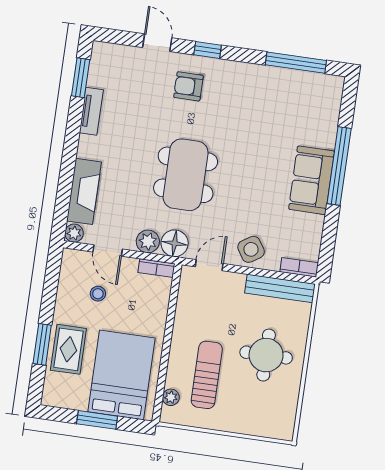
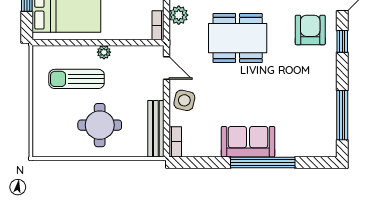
armchair: (188, 86) -> (310, 30), width x1.38, depth x1.38
floor lamp: (175, 243) -> (180, 37), removed
side table: (251, 249) -> (184, 100), turned 45
sun lounger: (207, 375) -> (77, 79), turned 180
plant: (171, 397) -> (104, 52), moved

